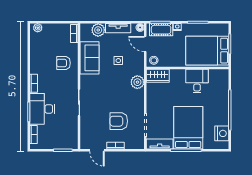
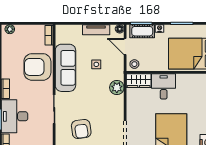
plant: (98, 30) -> (75, 32), removed
sofa: (90, 58) -> (65, 68), width x1.36
armchair: (63, 63) -> (37, 67), width x1.88, depth x1.88
desk: (197, 81) -> (164, 86), moved
armchair: (119, 121) -> (81, 129), moved, turned -98

